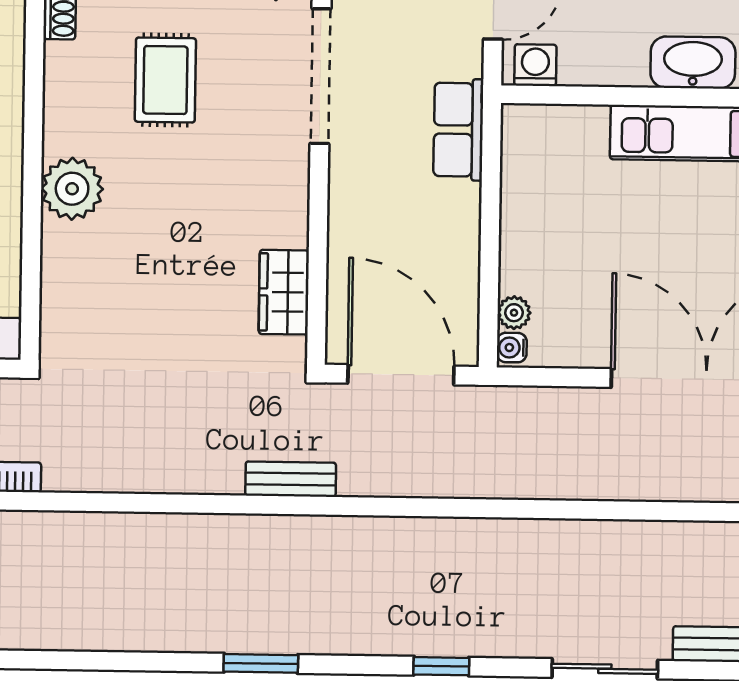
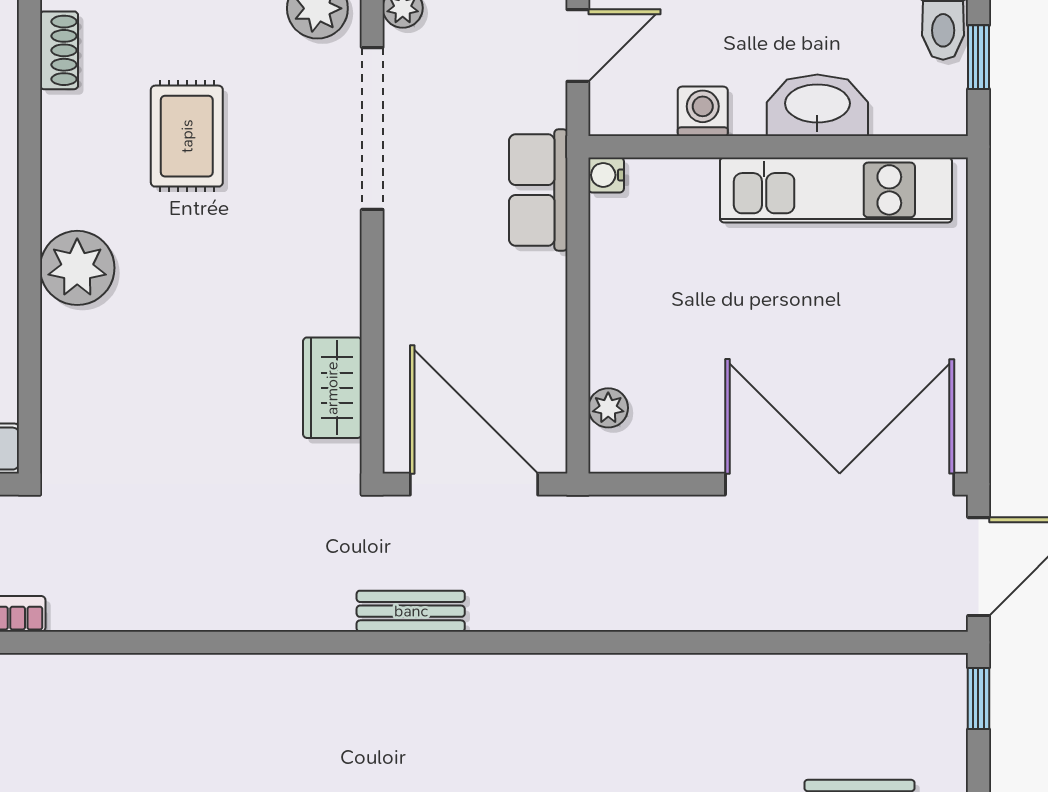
washing machine: (535, 65) -> (703, 111), moved
water cooler: (512, 348) -> (606, 175), moved
bench: (291, 479) -> (411, 611), moved

